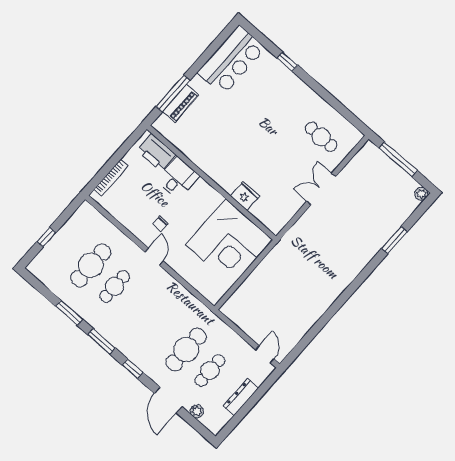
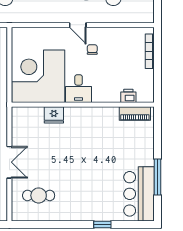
window: (173, 93) -> (158, 177), moved
piano: (180, 103) -> (135, 113), moved, turned -90
printer: (156, 153) -> (128, 96), width x0.53, depth x0.68
desk: (178, 178) -> (79, 89), moved

